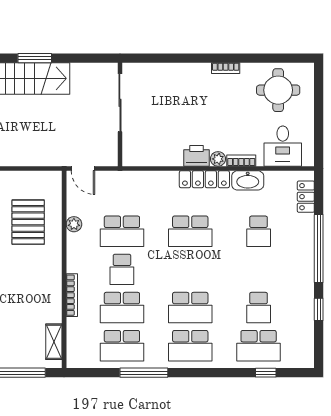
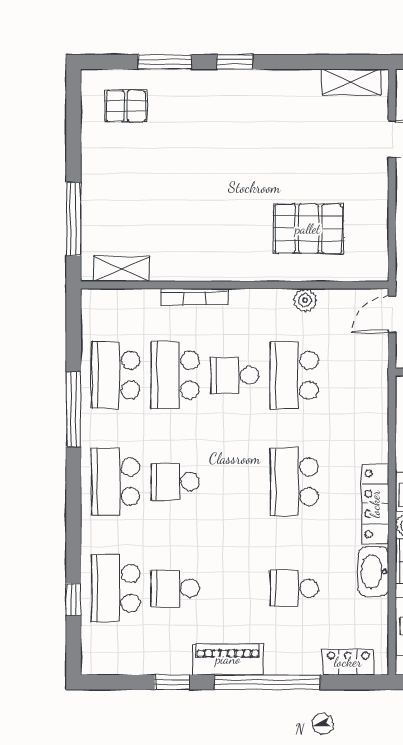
piano: (304, 274) -> (228, 659), added
school desk: (190, 308) -> (175, 482), width x0.54

